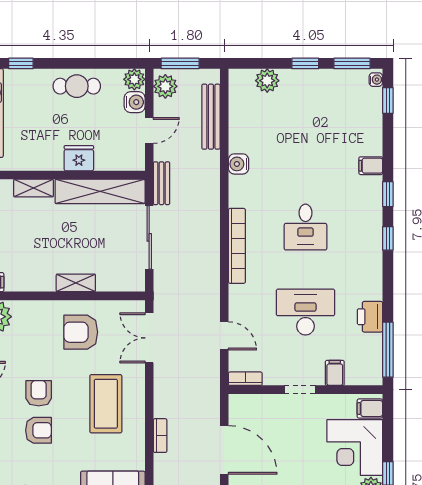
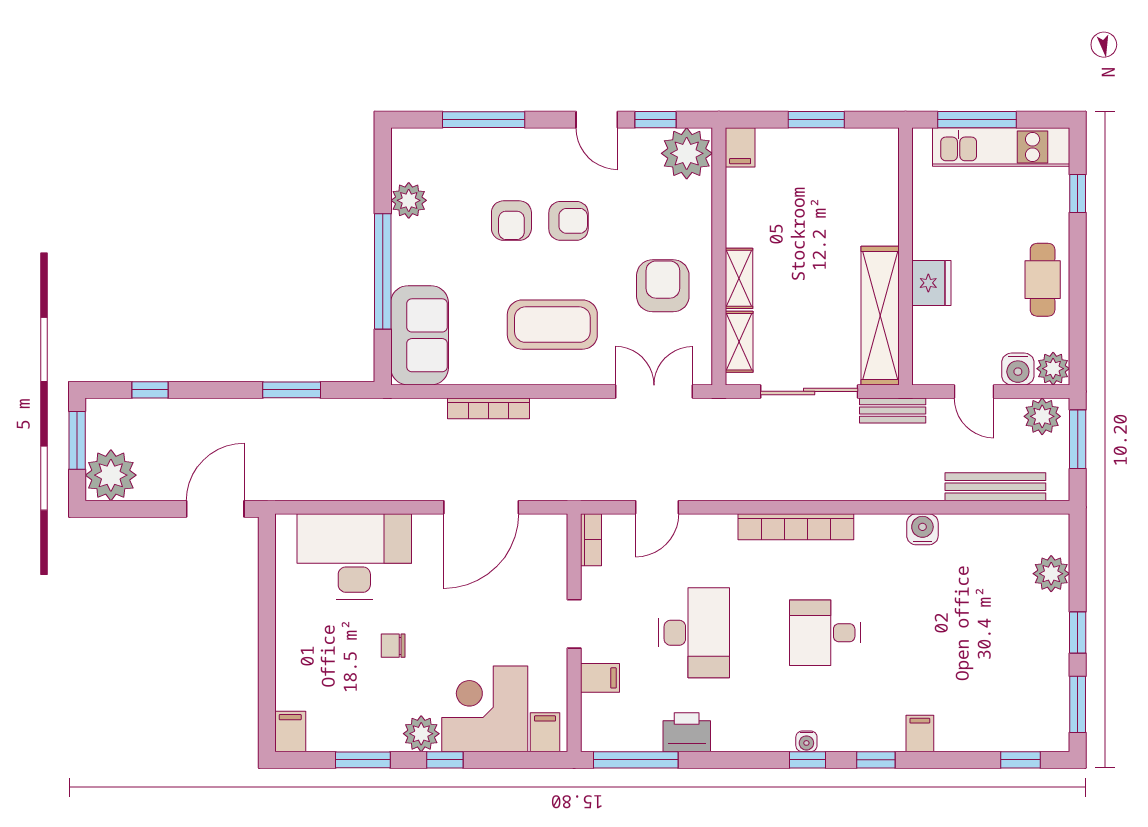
water cooler: (376, 80) -> (806, 741), moved
shelving: (34, 188) -> (739, 342), moved
bookcase: (160, 436) -> (489, 408), width x1.56

